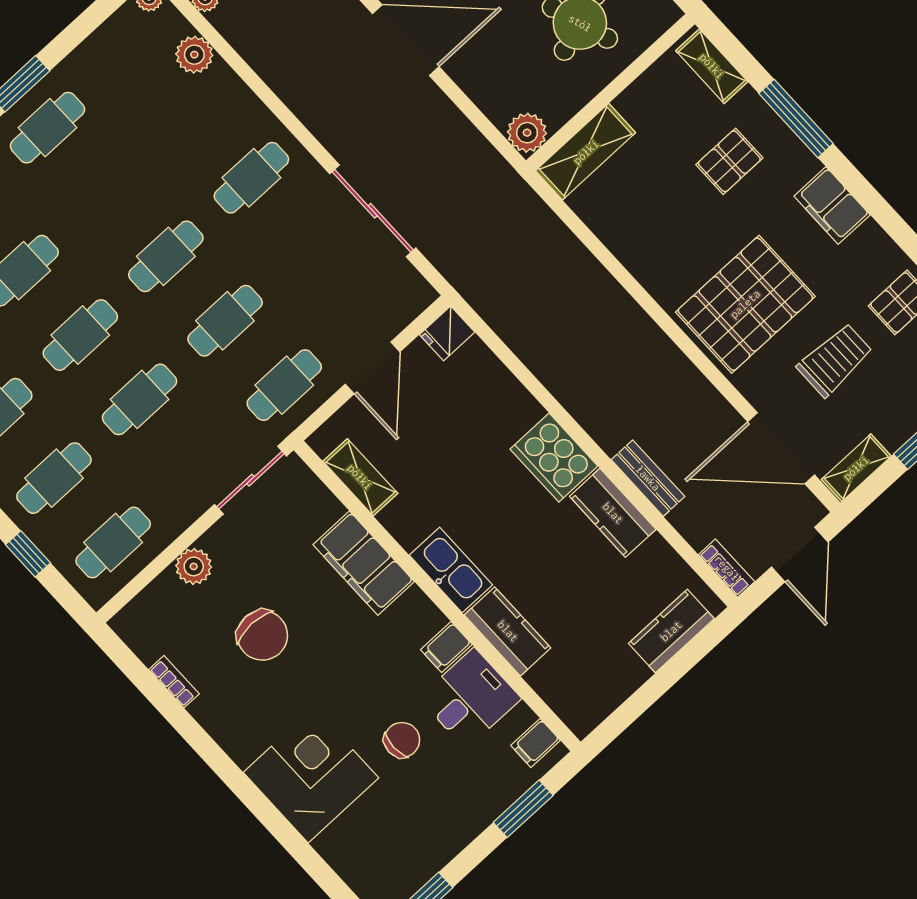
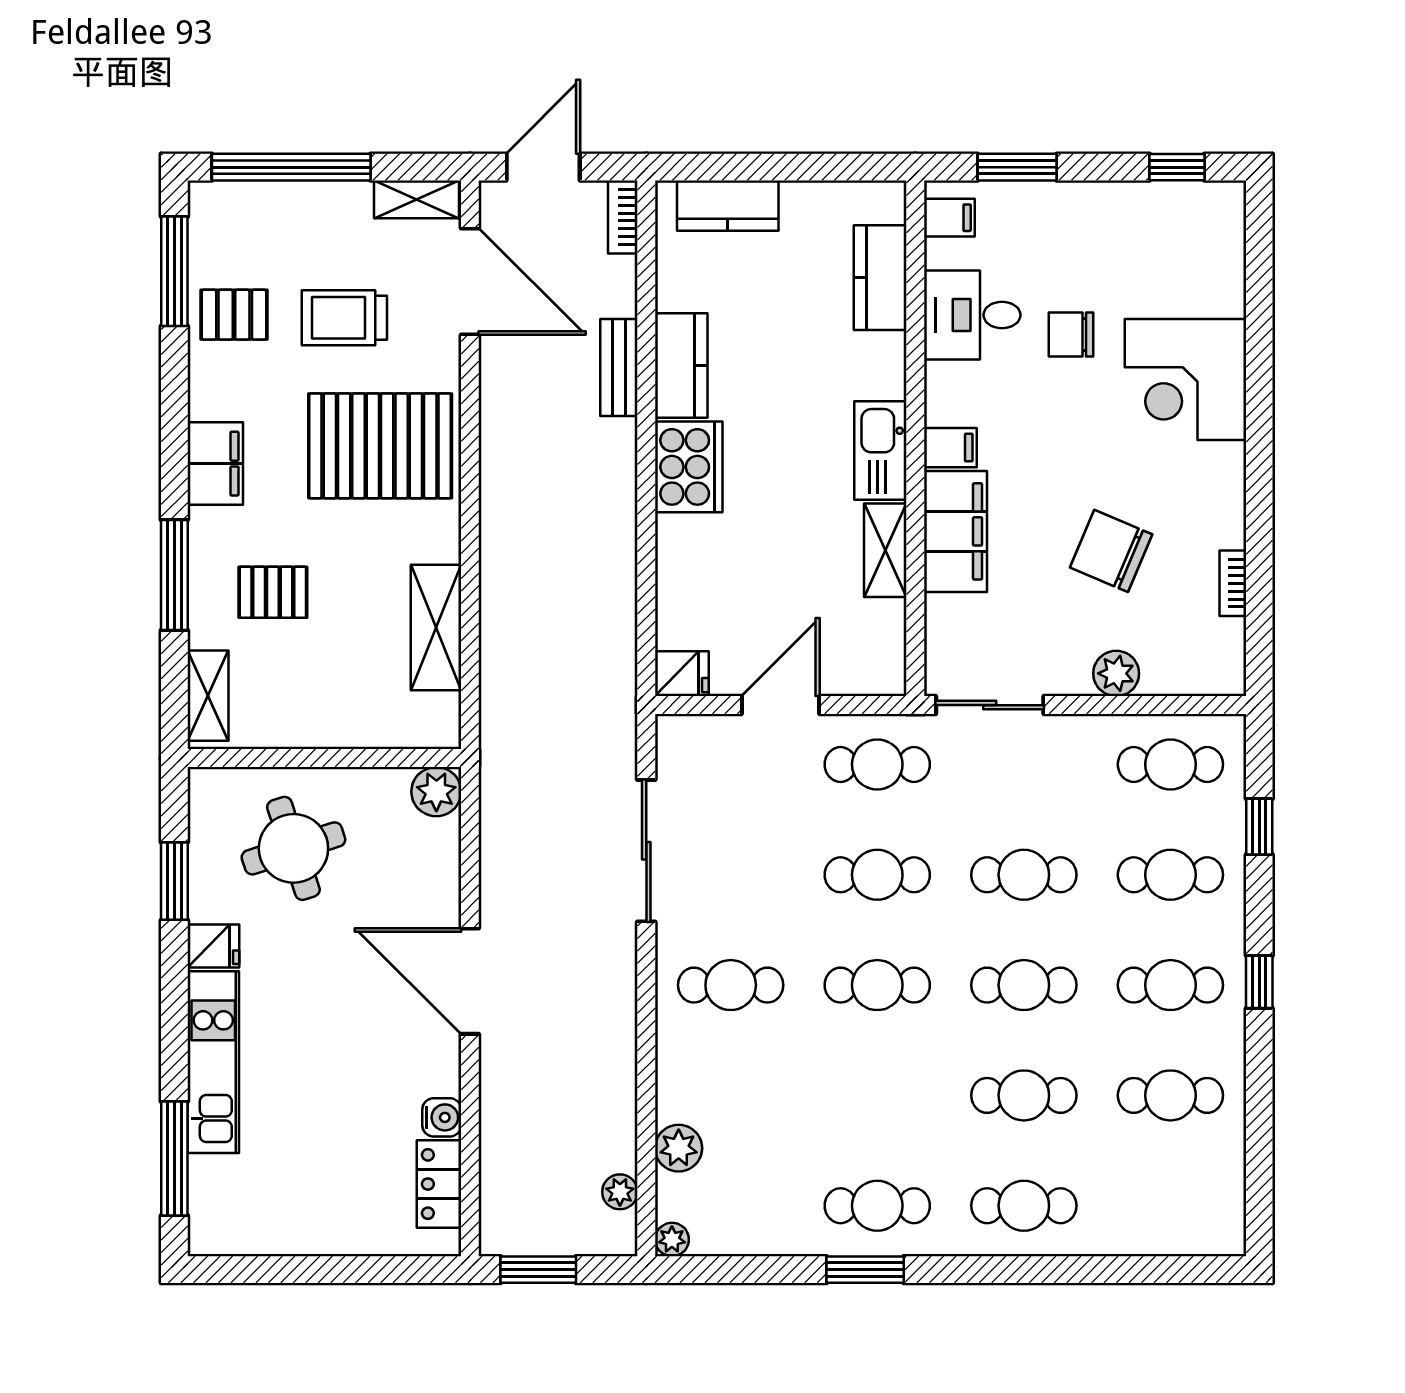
shelving: (586, 152) -> (436, 627), moved, turned 90
shelving: (360, 477) -> (885, 550), moved
kitchen counter: (508, 631) -> (880, 278), moved
chair: (262, 635) -> (1111, 551), turned -67
filing cabinet: (446, 647) -> (950, 448), moved

